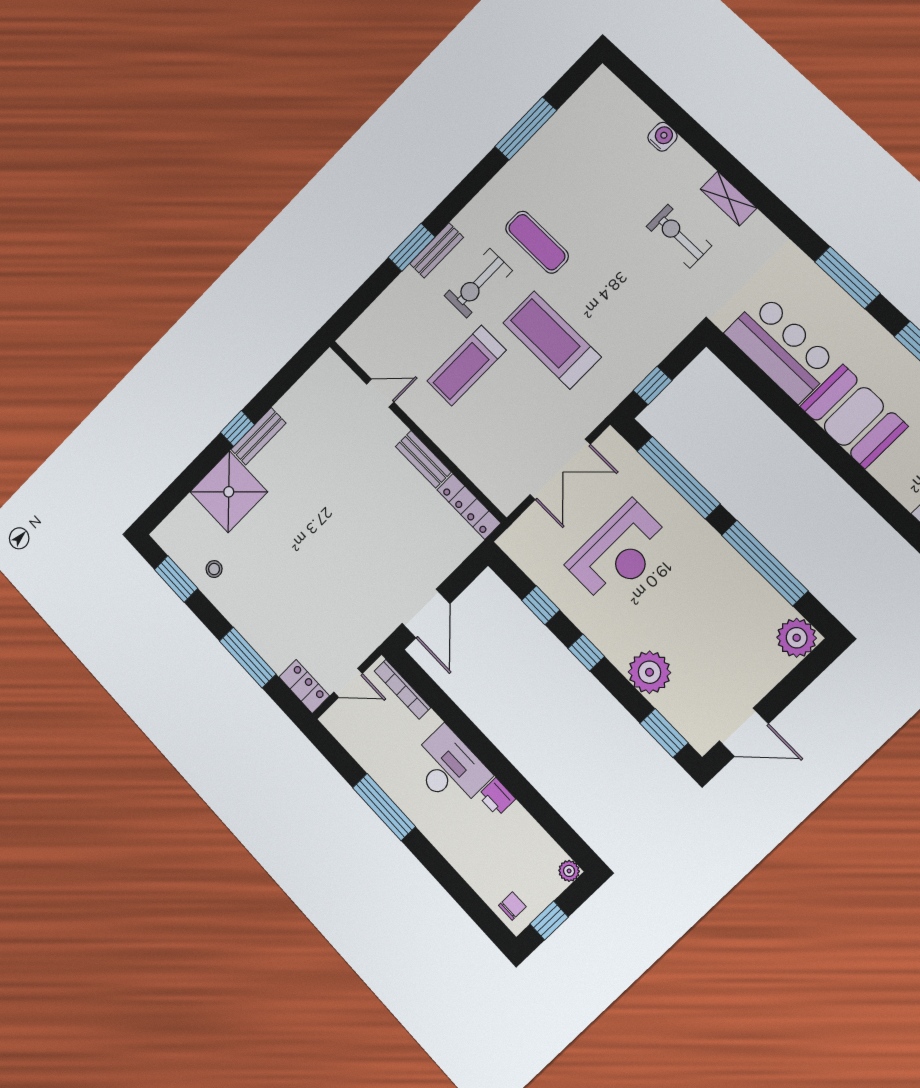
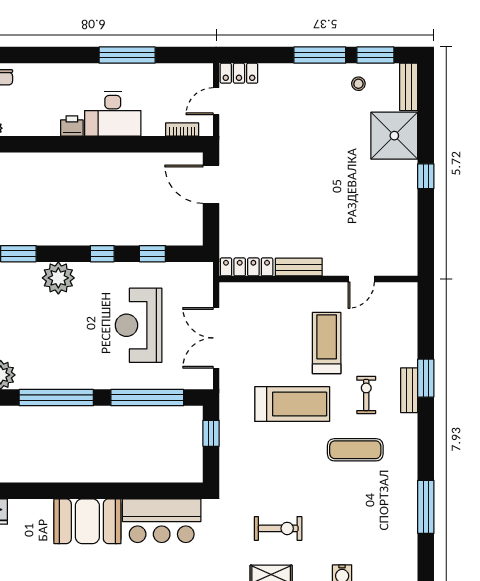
exercise bike: (478, 283) -> (366, 395), width x0.73, depth x0.72
bench: (258, 436) -> (409, 87), moved
window: (248, 658) -> (320, 55), moved
bookcase: (402, 689) -> (182, 130), width x0.64

